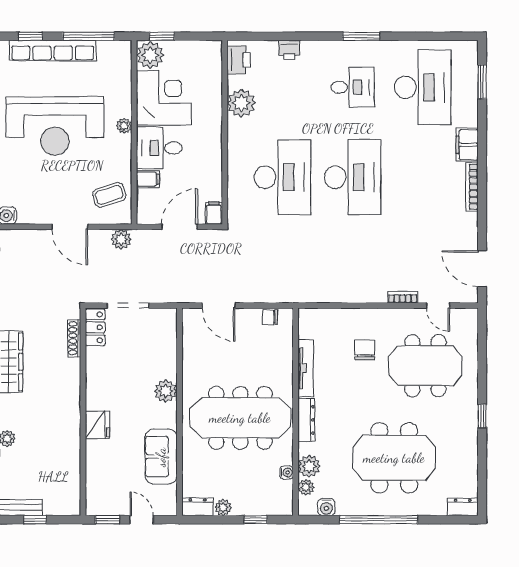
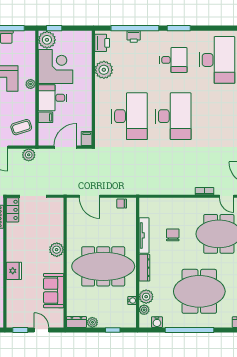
window: (291, 36) -> (135, 28), added
chair: (365, 350) -> (173, 235), moved

